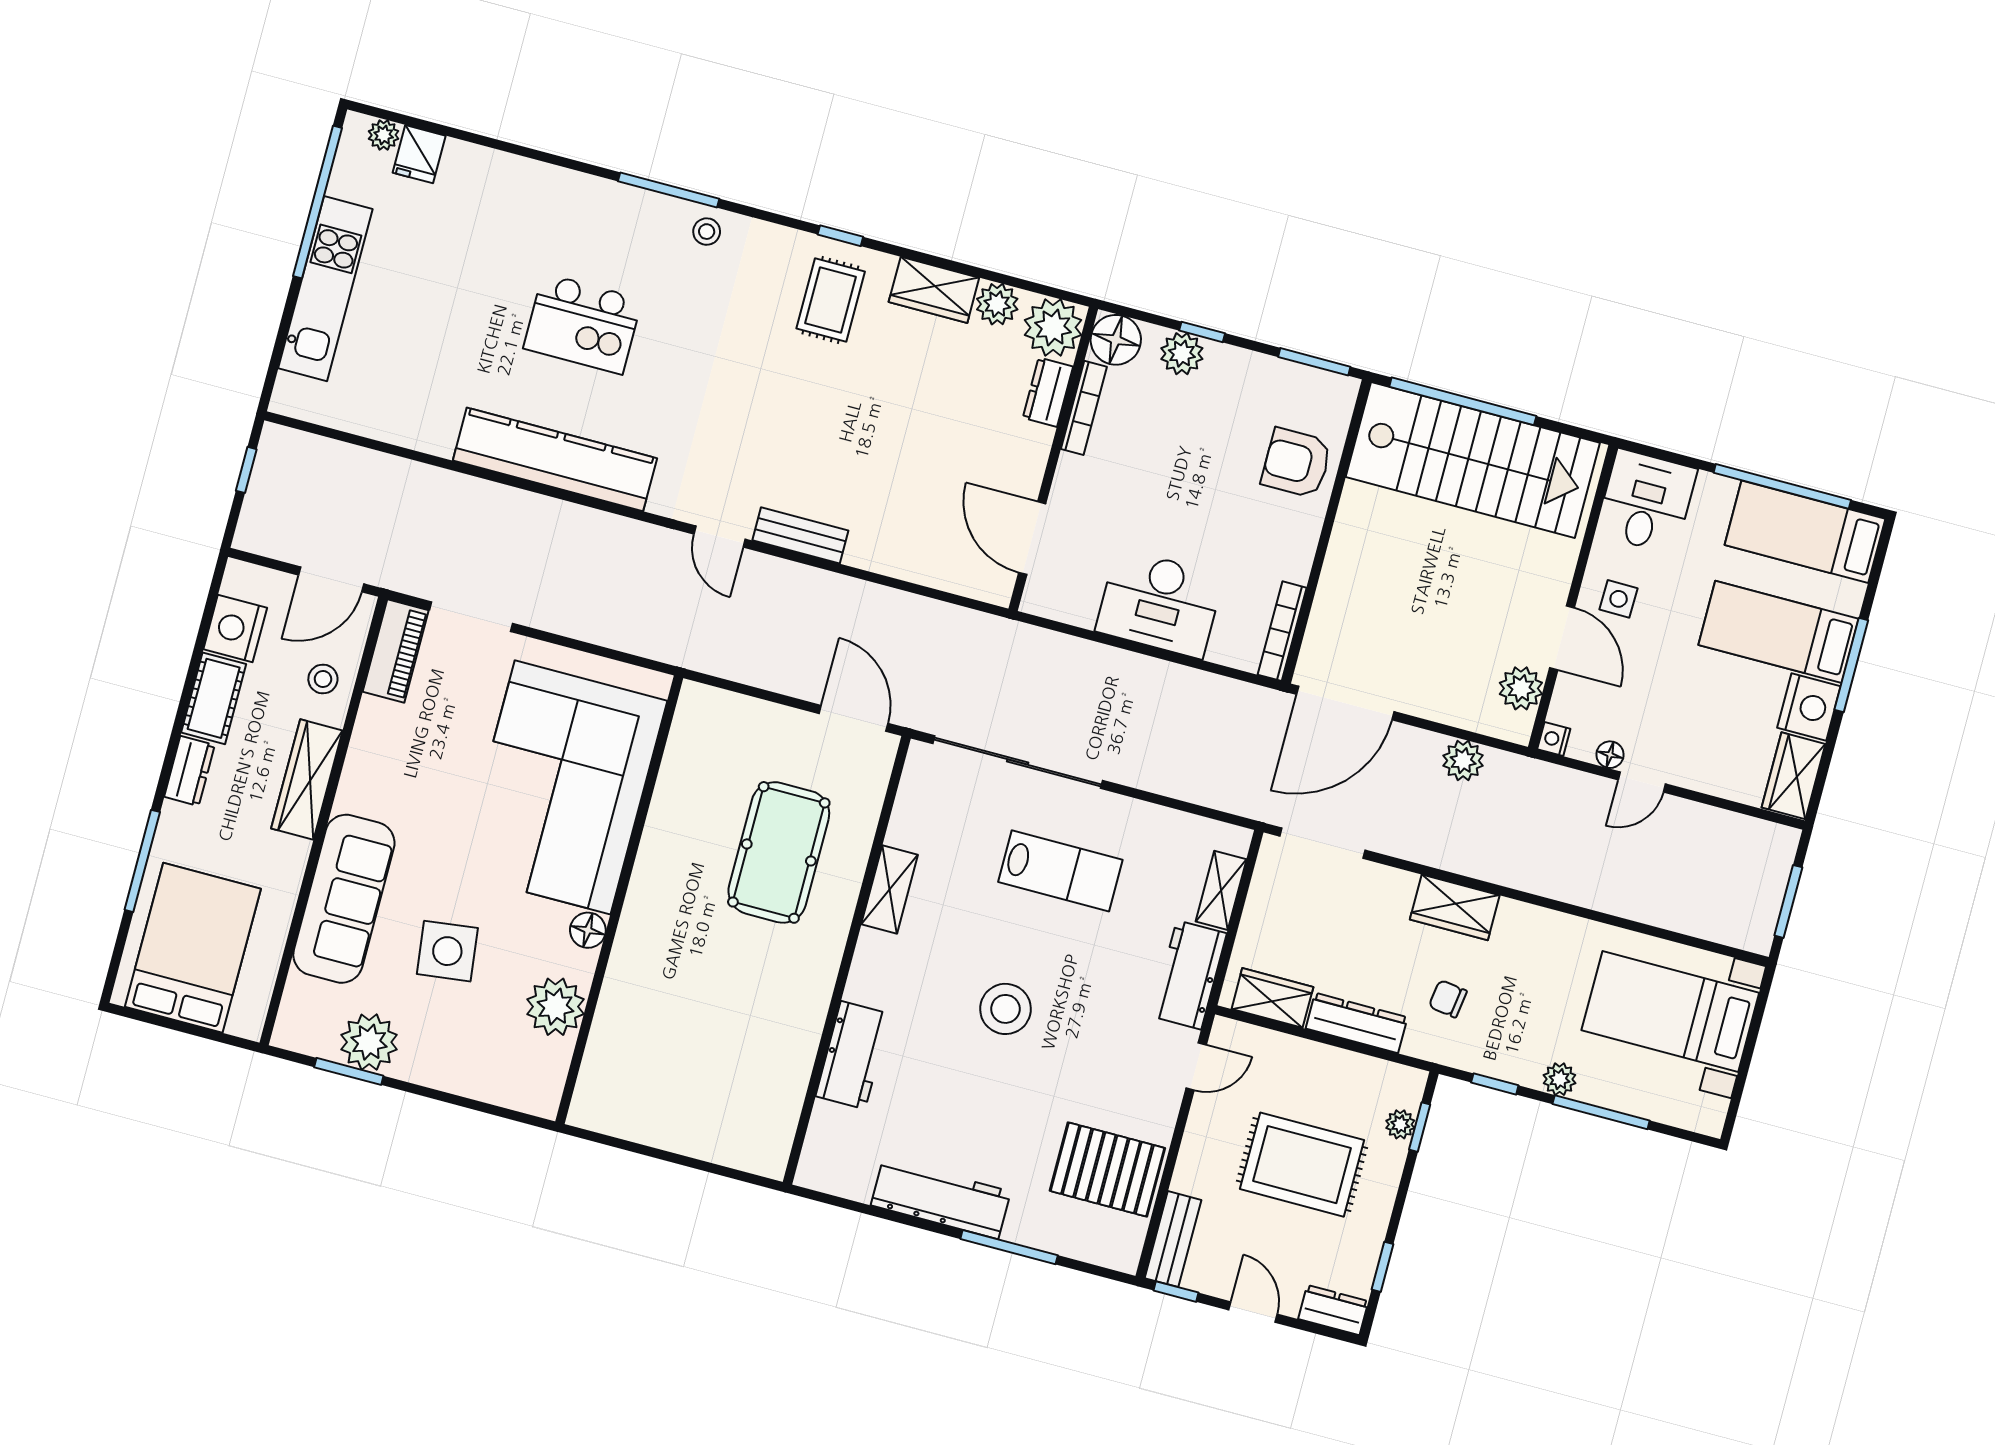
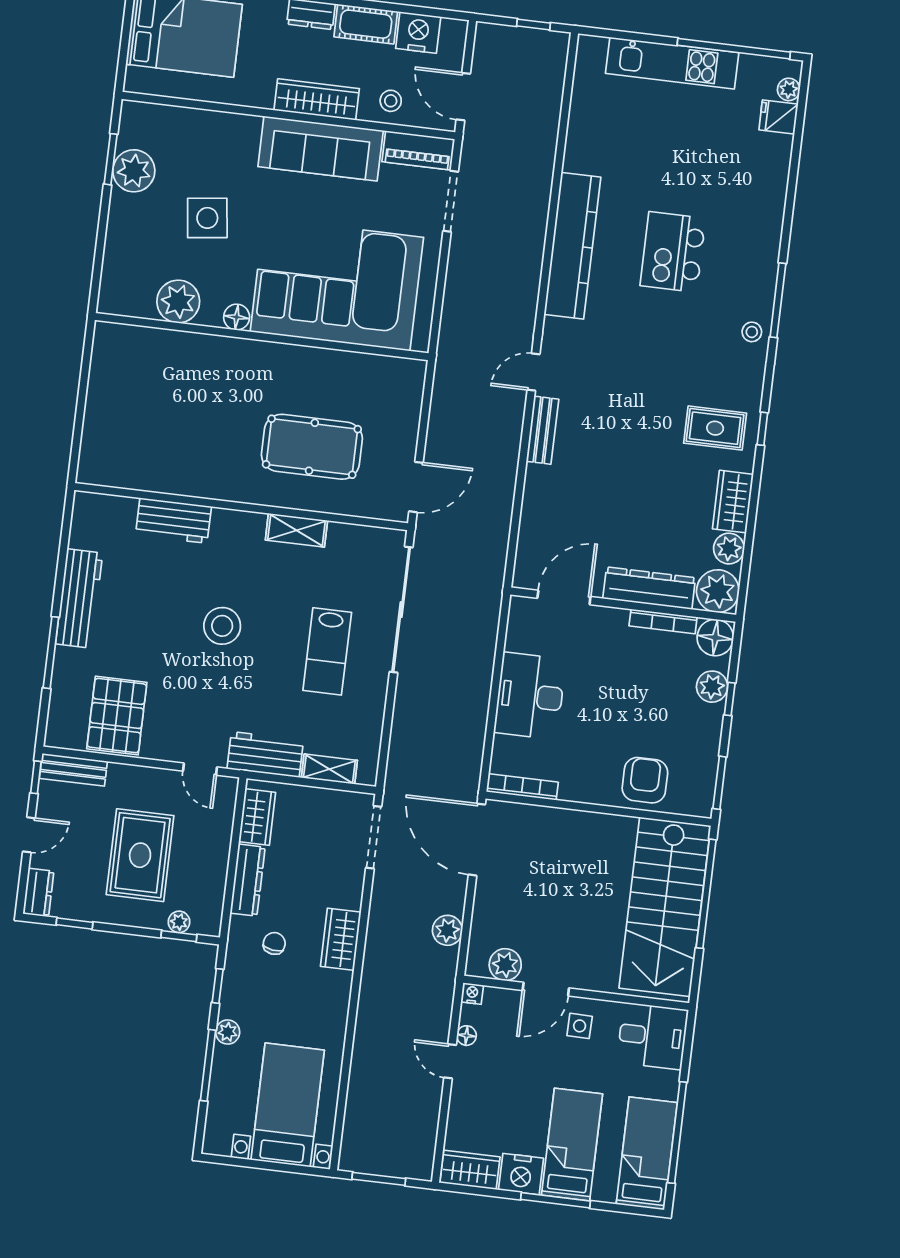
dresser: (1048, 392) -> (649, 588), width x1.96, depth x1.24
sofa: (344, 899) -> (321, 149), moved

